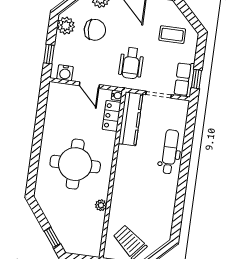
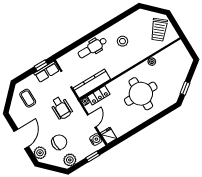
chair: (95, 30) -> (59, 142), turned 92
wheelchair: (131, 63) -> (61, 108), turned 90
fridge: (58, 91) -> (109, 136), added
stool: (150, 191) -> (122, 41), added
window: (52, 237) -> (185, 88), moved

